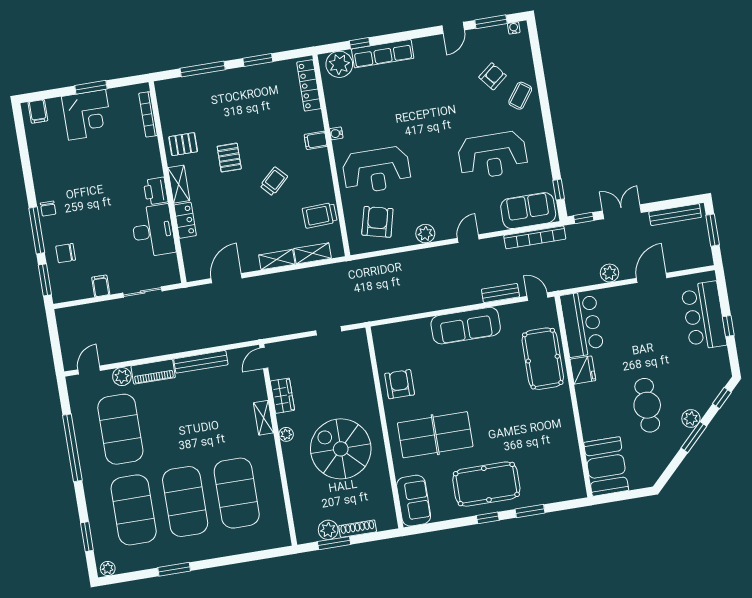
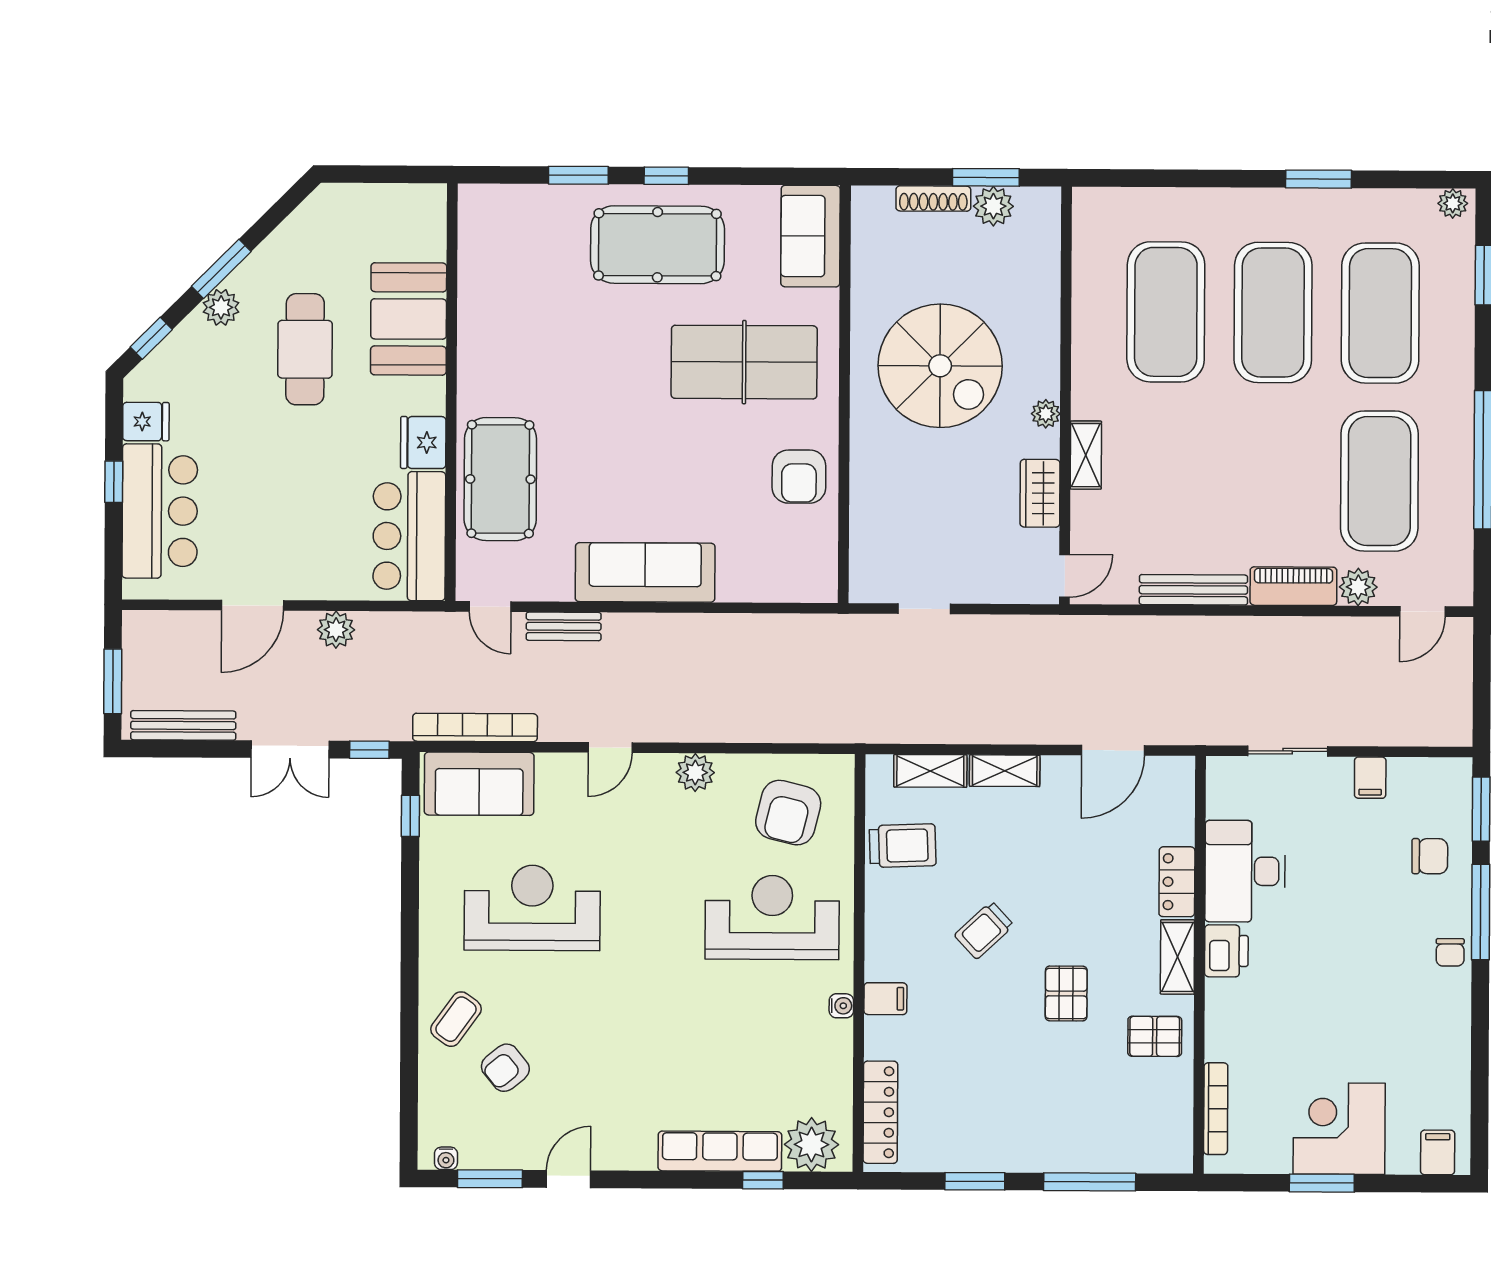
chair: (48, 209) -> (1450, 952), turned 180
fridge: (718, 358) -> (146, 422), added
booth: (606, 466) -> (409, 319), moved

